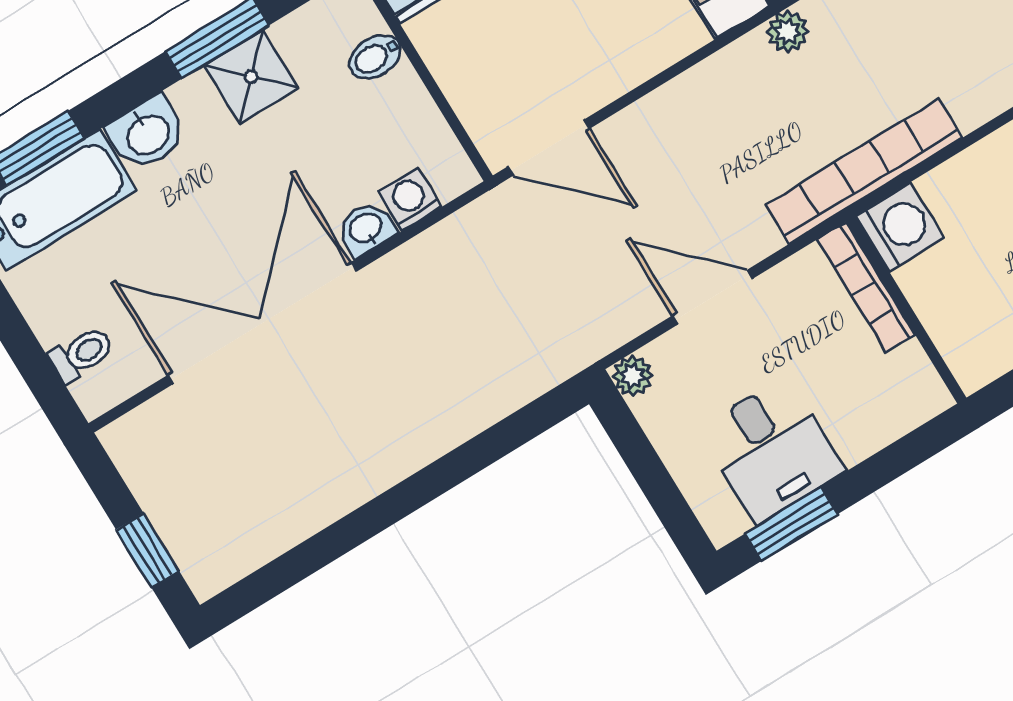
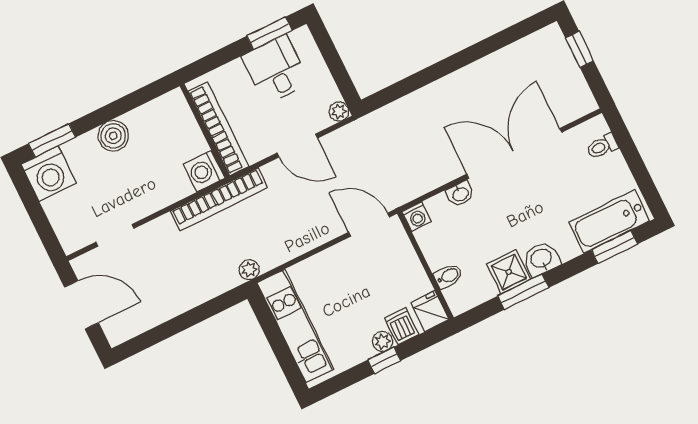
washbasin: (147, 134) -> (541, 259), moved
washing machine: (410, 199) -> (417, 217), moved
bookcase: (866, 287) -> (219, 129), width x1.48, depth x1.31
double door: (262, 323) -> (514, 153), swing flipped

